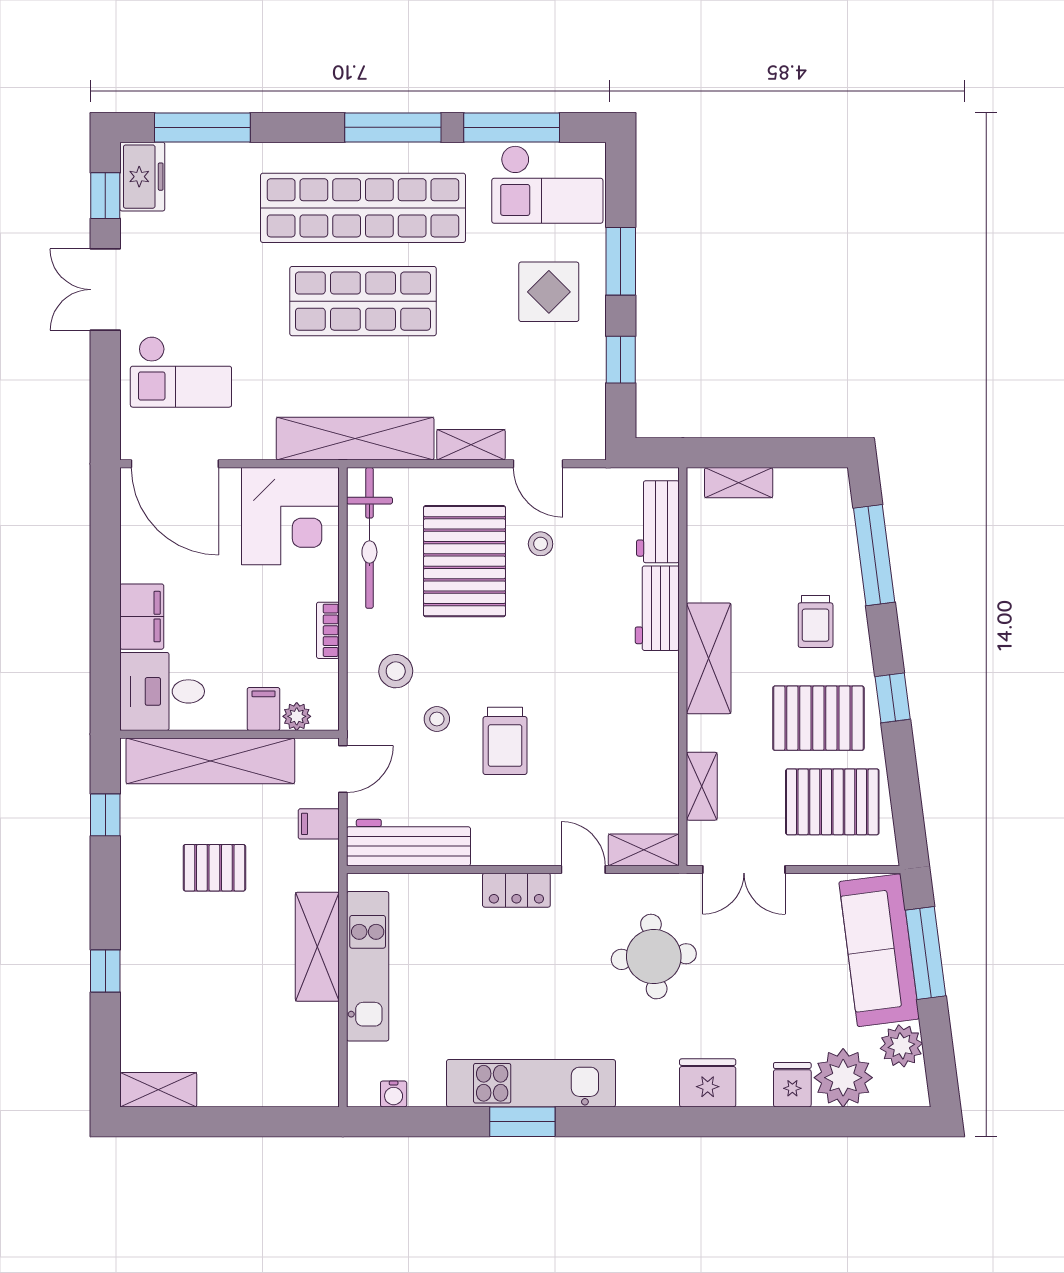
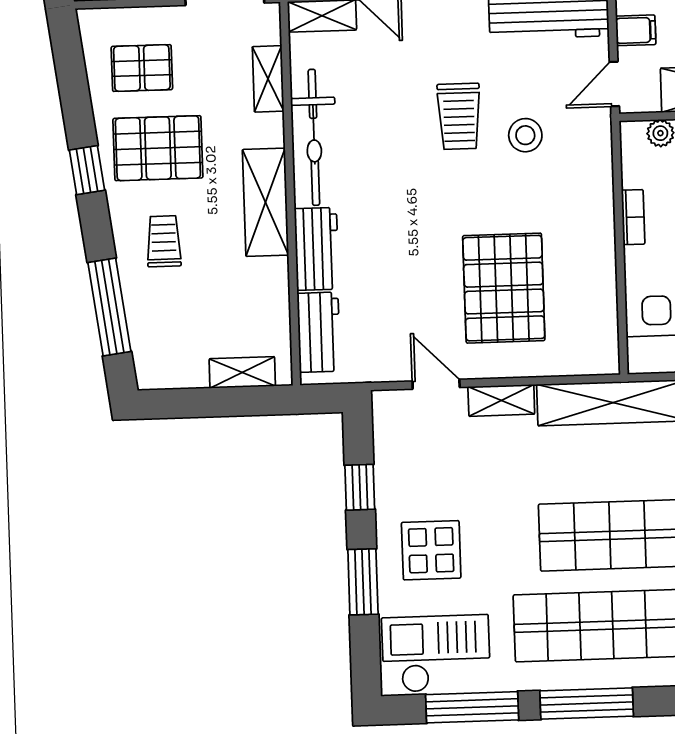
bicycle: (369, 538) -> (314, 137), moved, turned 180
stool: (541, 544) -> (431, 307), removed
stool: (396, 671) -> (567, 180), removed
stool: (437, 719) -> (525, 135), width x1.37, depth x1.37
trolley: (505, 741) -> (459, 116), turned 180
pallet: (832, 802) -> (142, 68), width x0.67, depth x0.71

